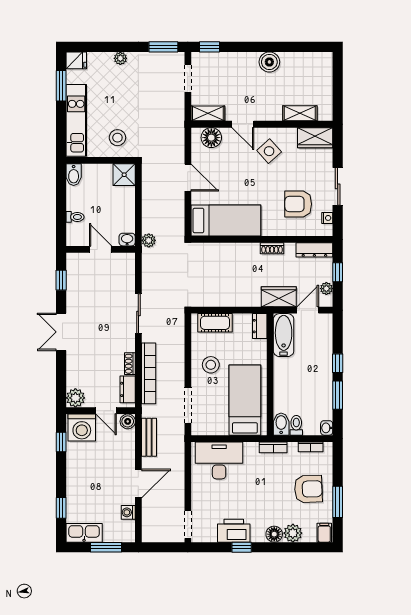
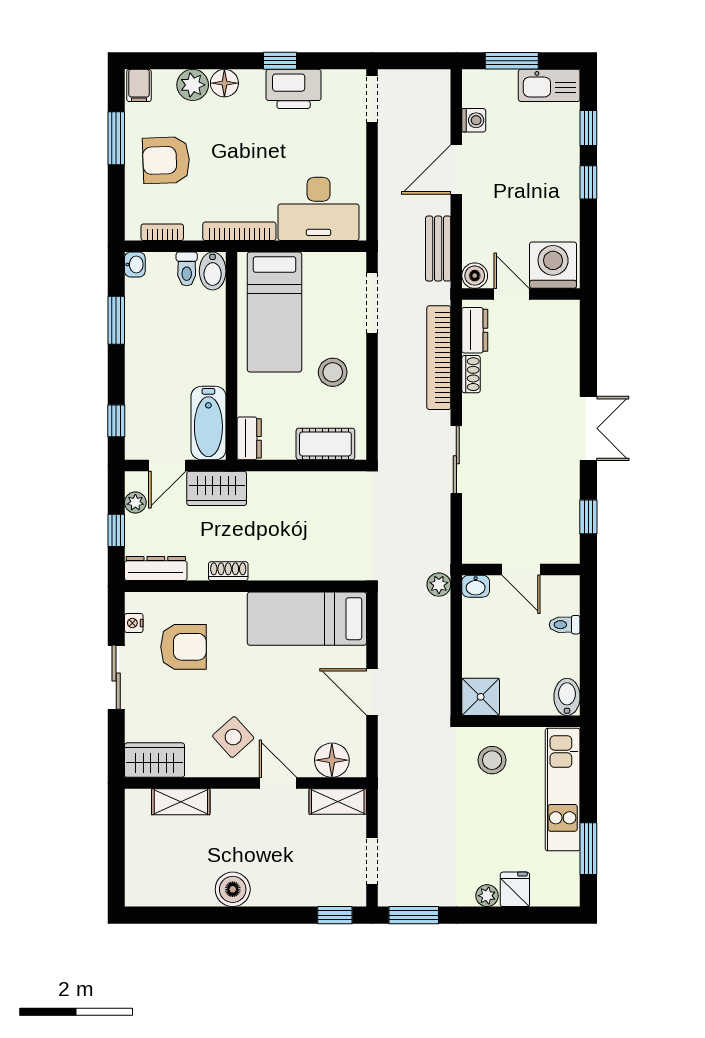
fridge: (76, 60) -> (515, 889), moved, turned 90
window: (338, 363) -> (116, 421), moved
plant: (75, 398) -> (564, 316), removed
window: (61, 442) -> (588, 182), moved
bookcase: (273, 447) -> (239, 231), width x1.56

